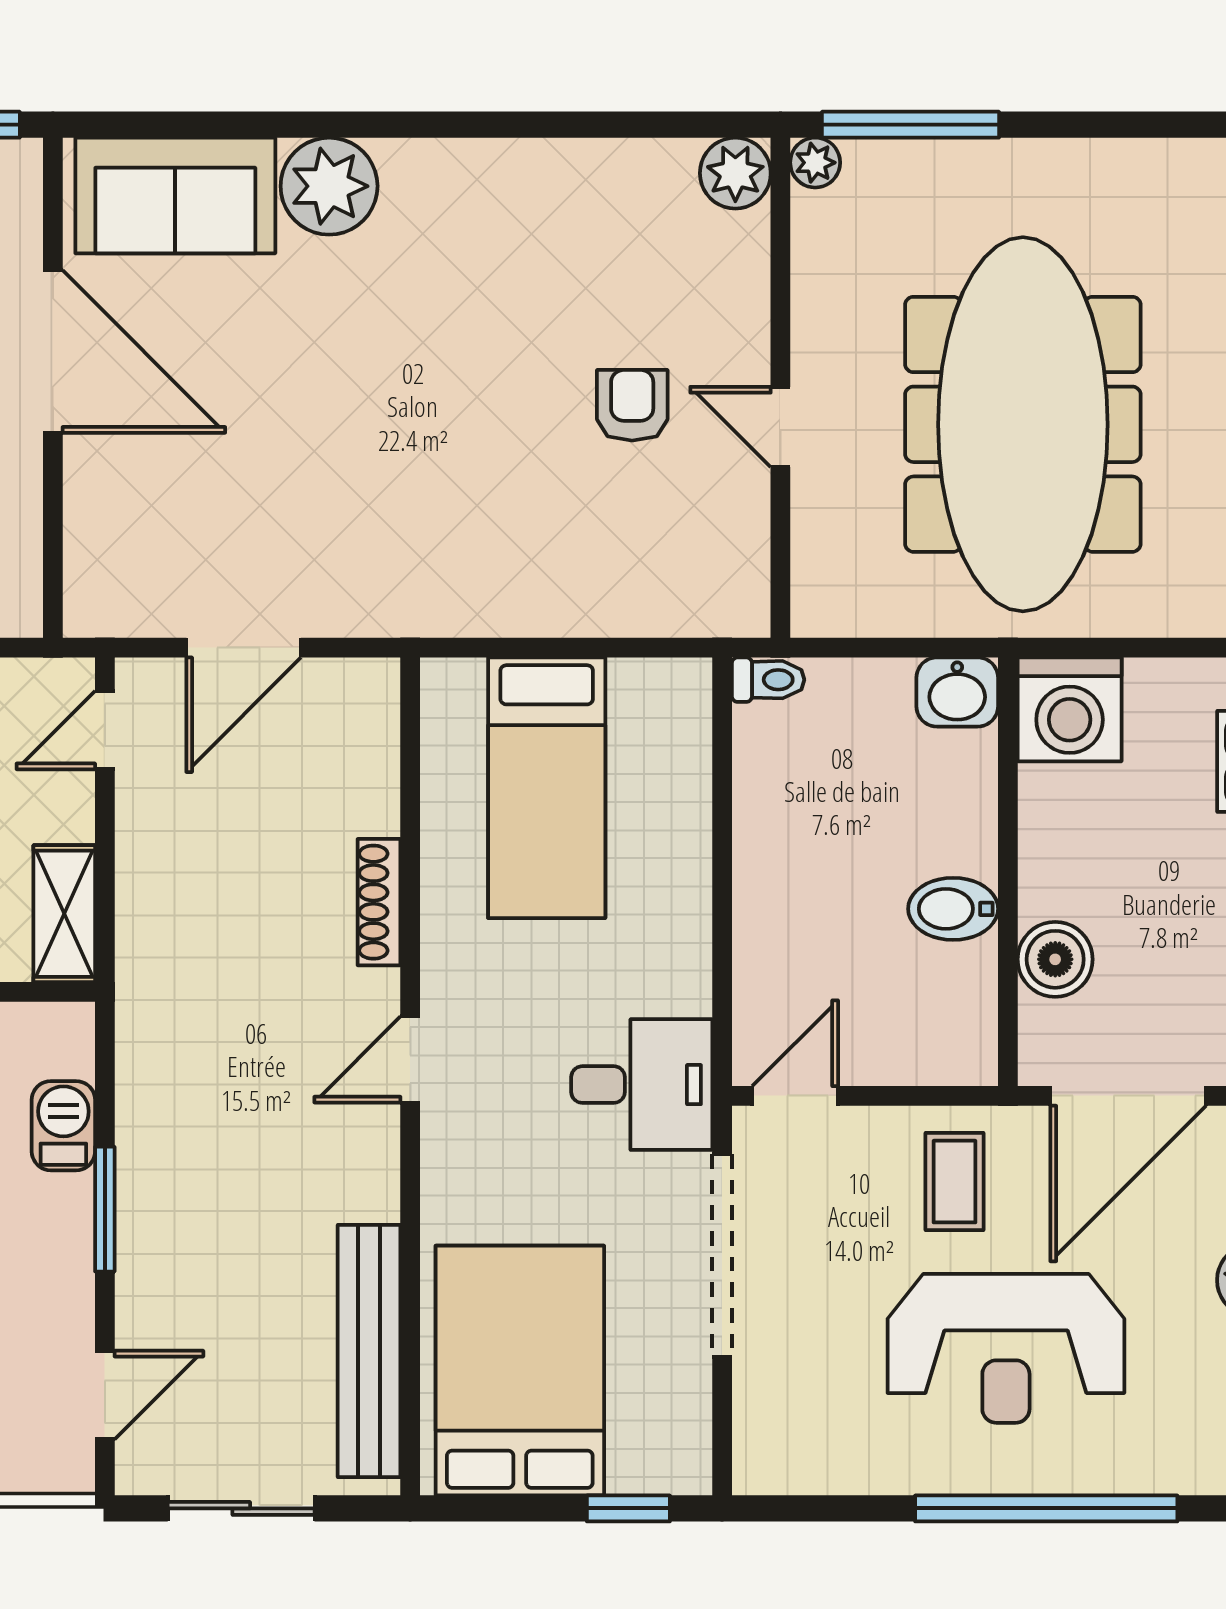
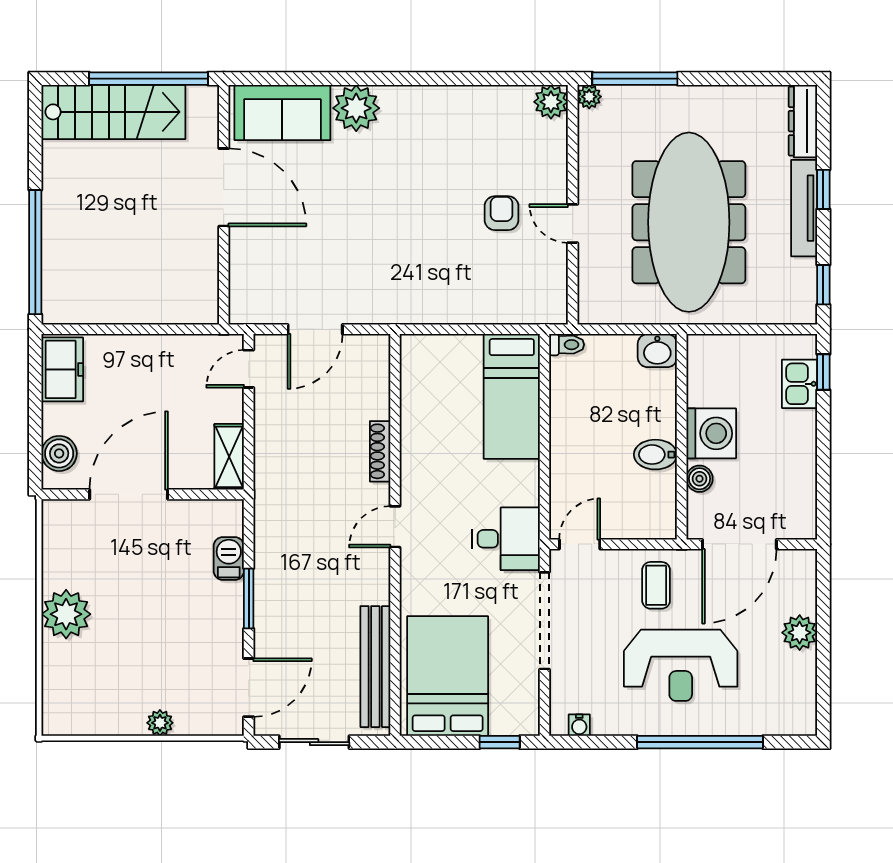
washing machine: (1070, 709) -> (711, 433), moved, turned -90
bed: (547, 788) -> (512, 396), moved
boiler: (1055, 959) -> (699, 479), width x0.73, depth x0.73
door: (105, 1395) -> (249, 688), width x1.38
water cooler: (794, 1473) -> (579, 725), added

